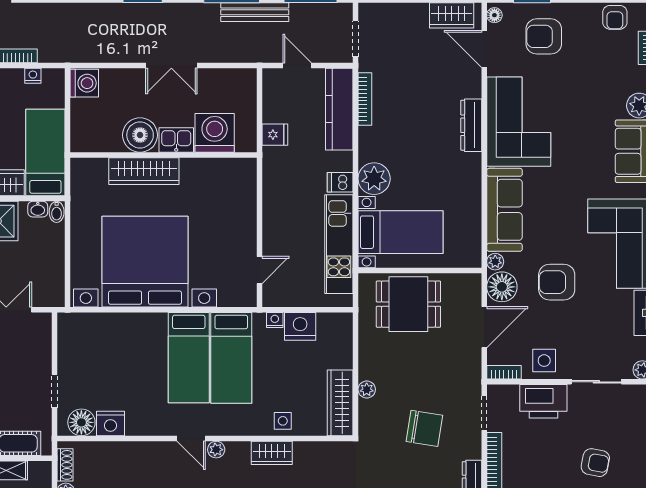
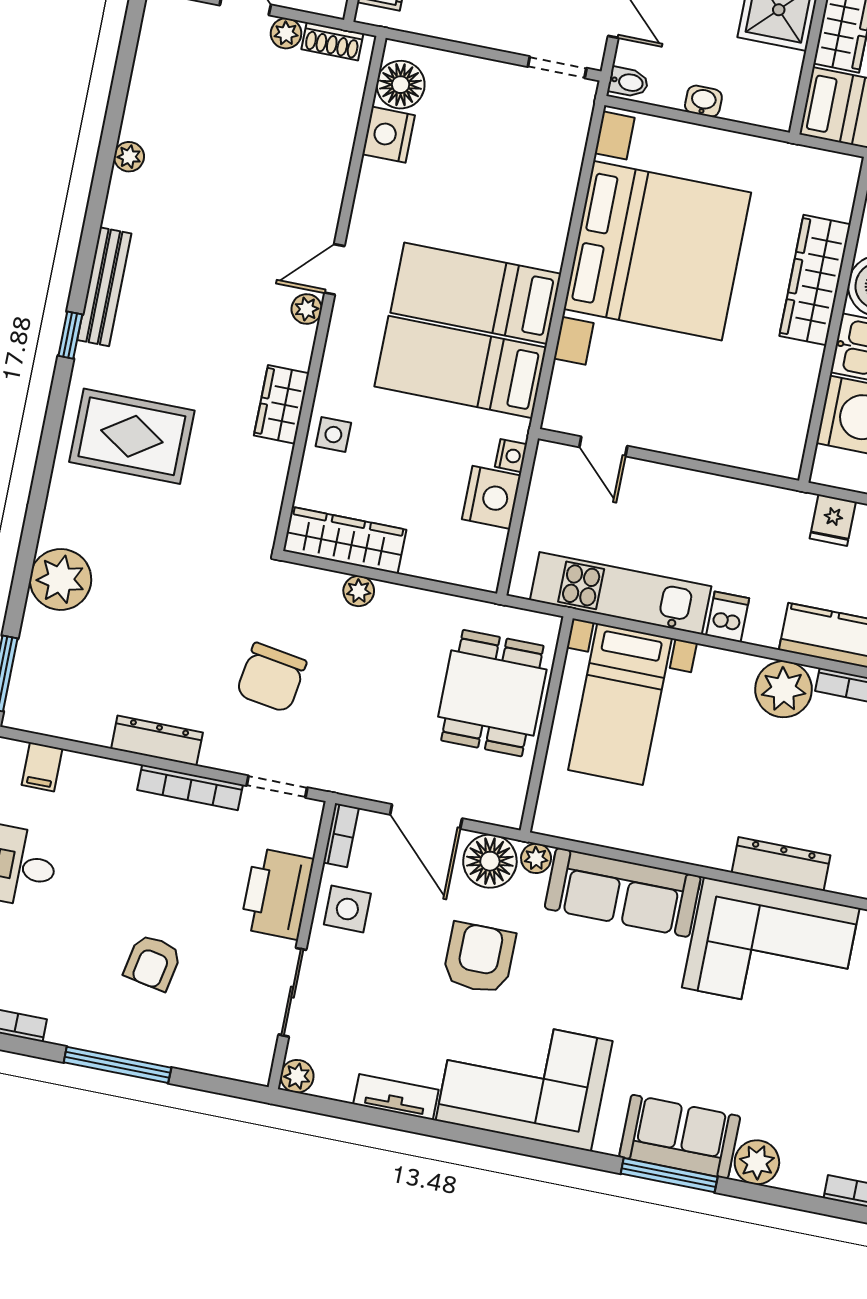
plant: (374, 179) -> (784, 689), moved
washbasin: (38, 209) -> (703, 101), moved, turned 90
bidet: (57, 212) -> (628, 82), moved, turned 180
doorway: (54, 391) -> (557, 67), moved

